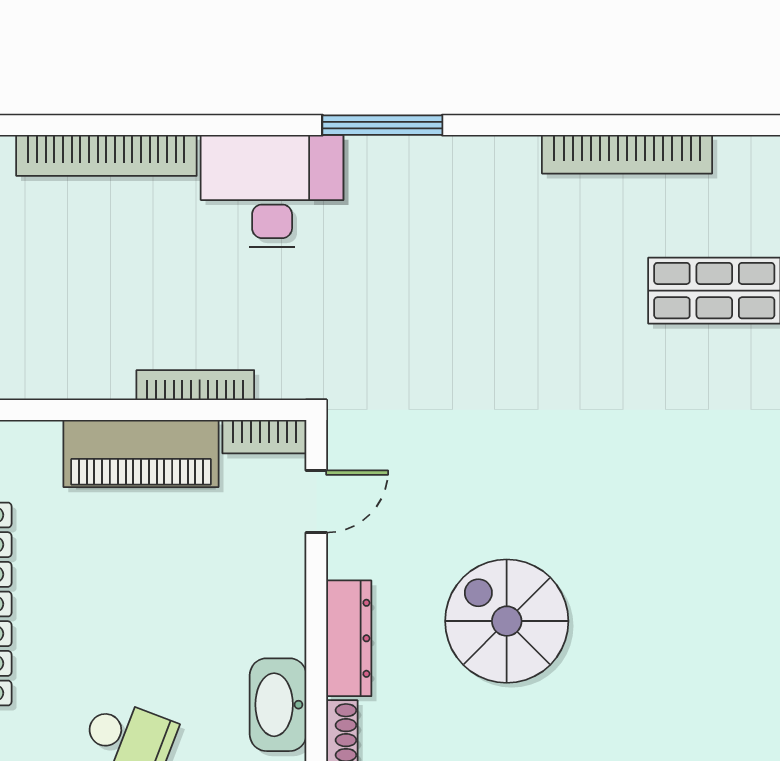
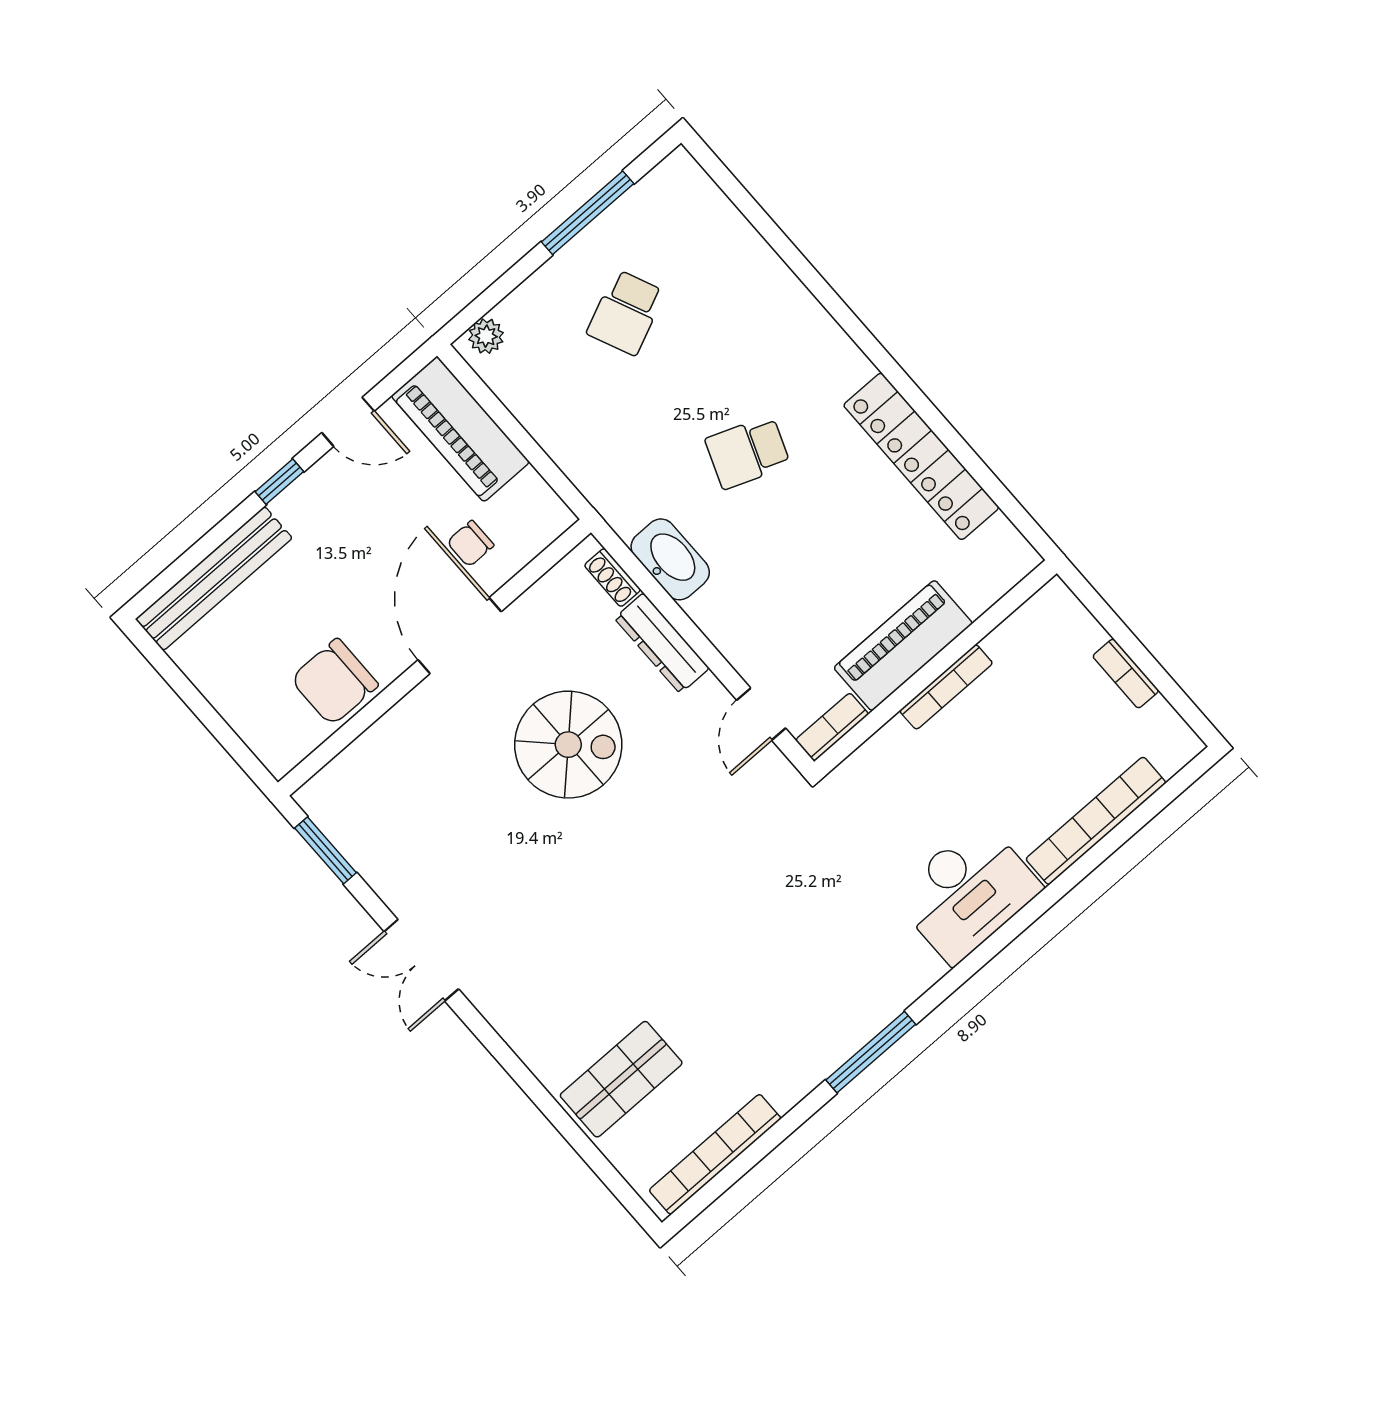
window: (382, 125) -> (871, 1052), moved
bookcase: (627, 154) -> (715, 1154), moved
bookcase: (195, 385) -> (946, 687), moved

